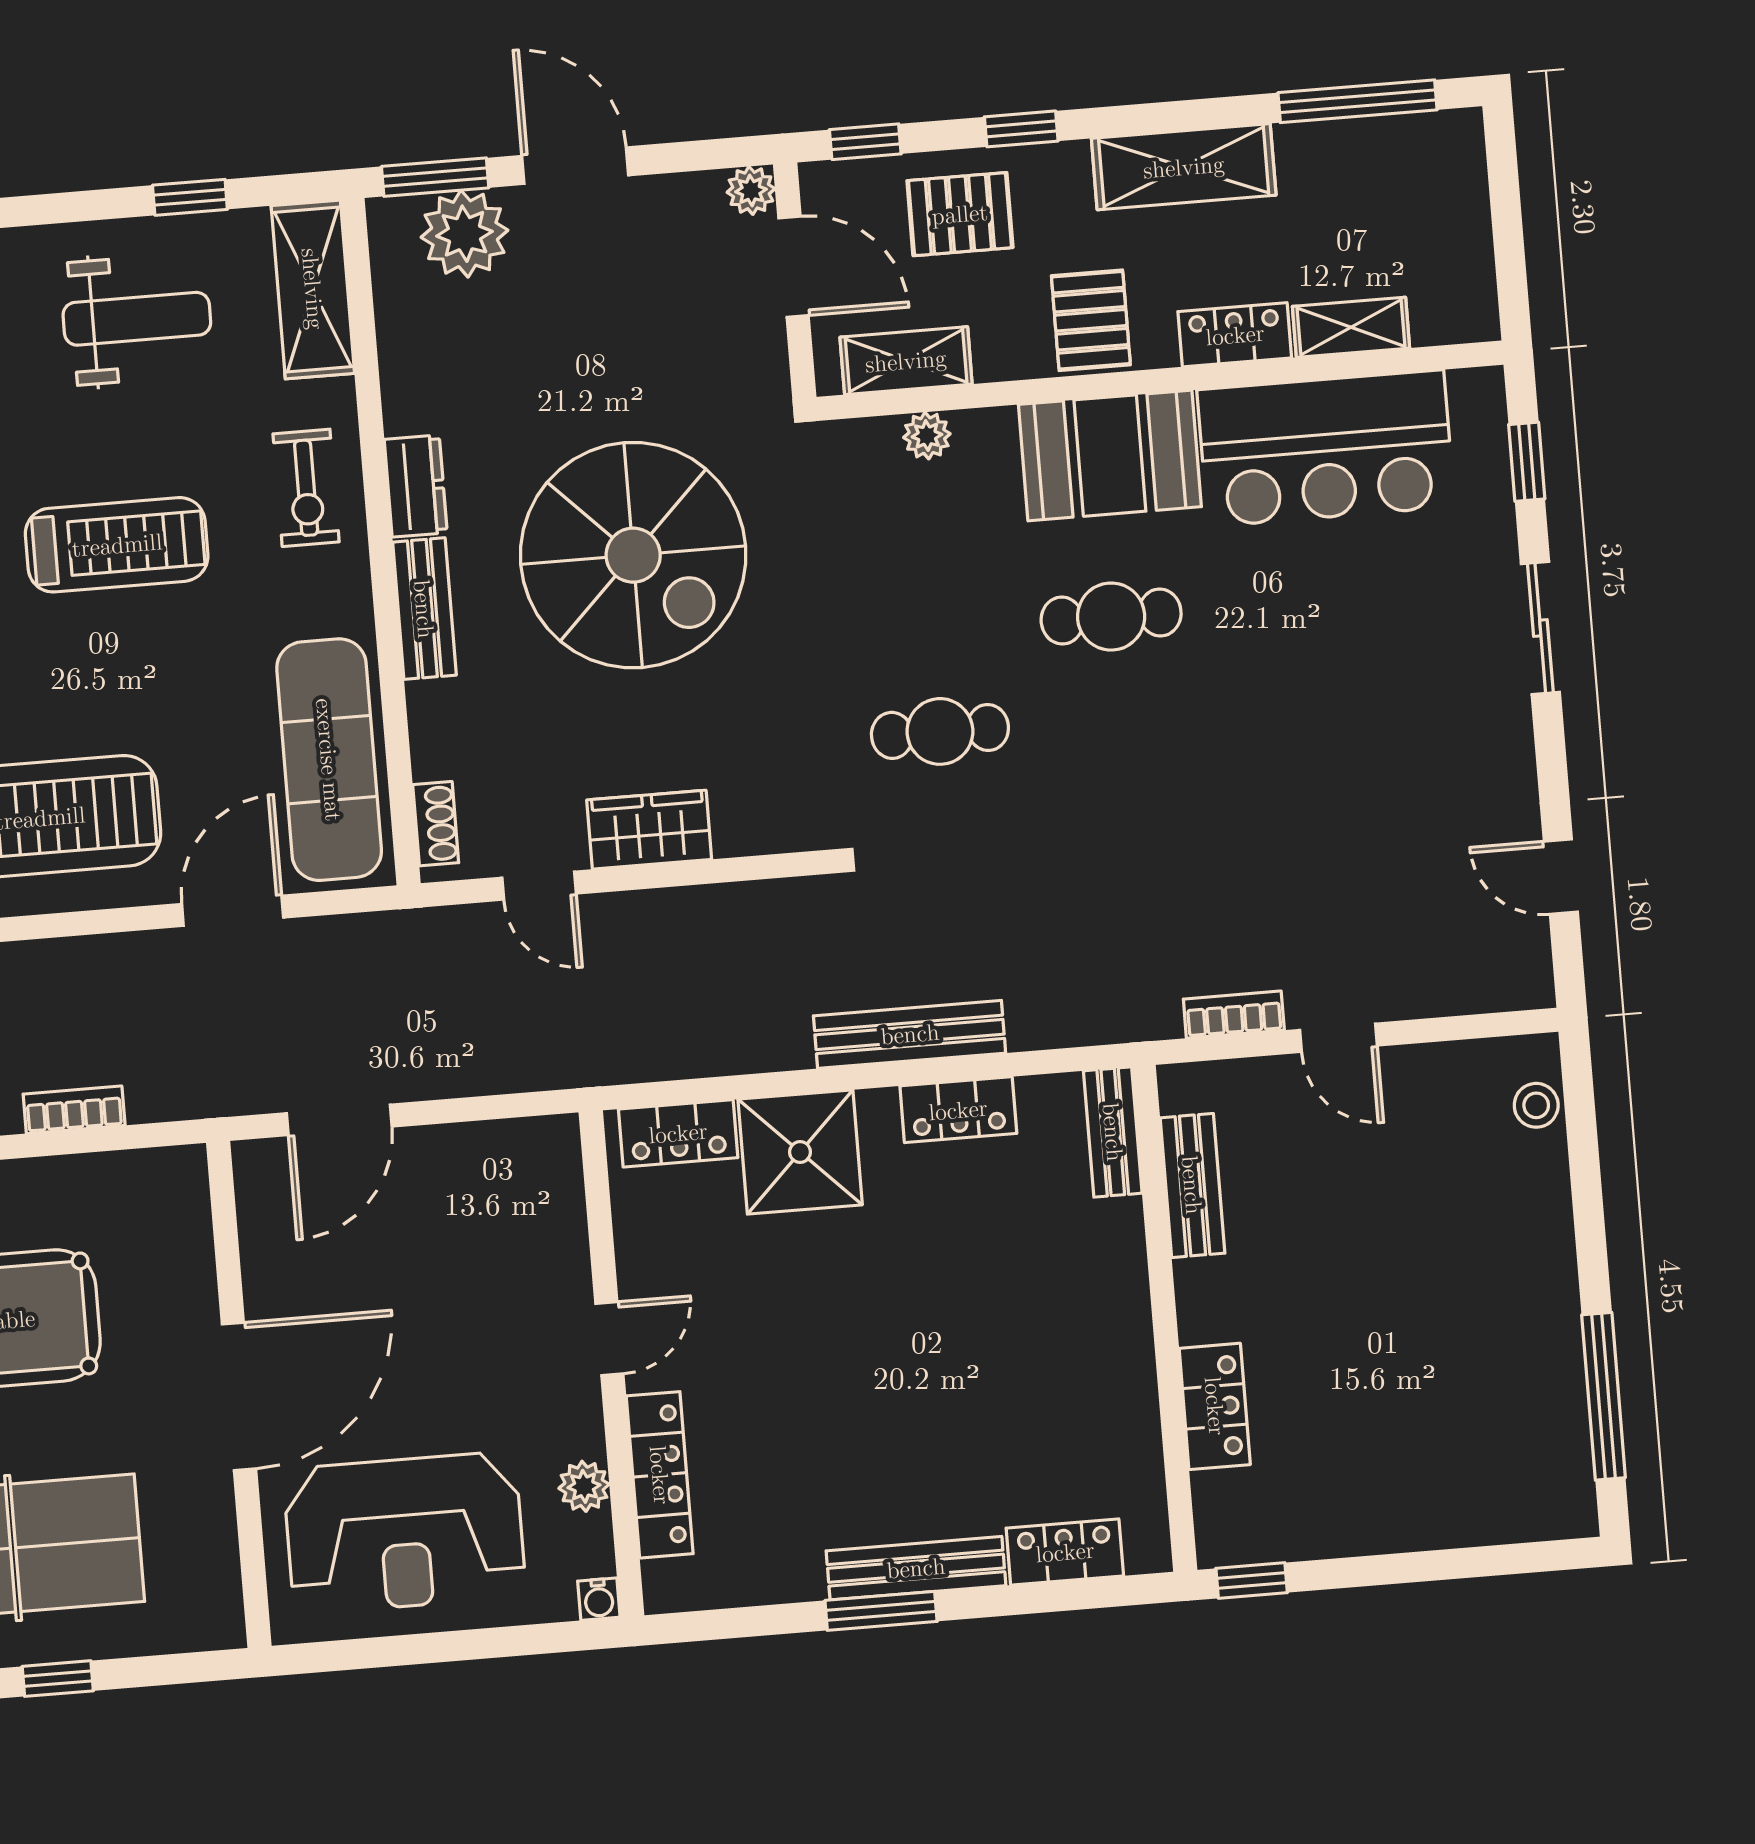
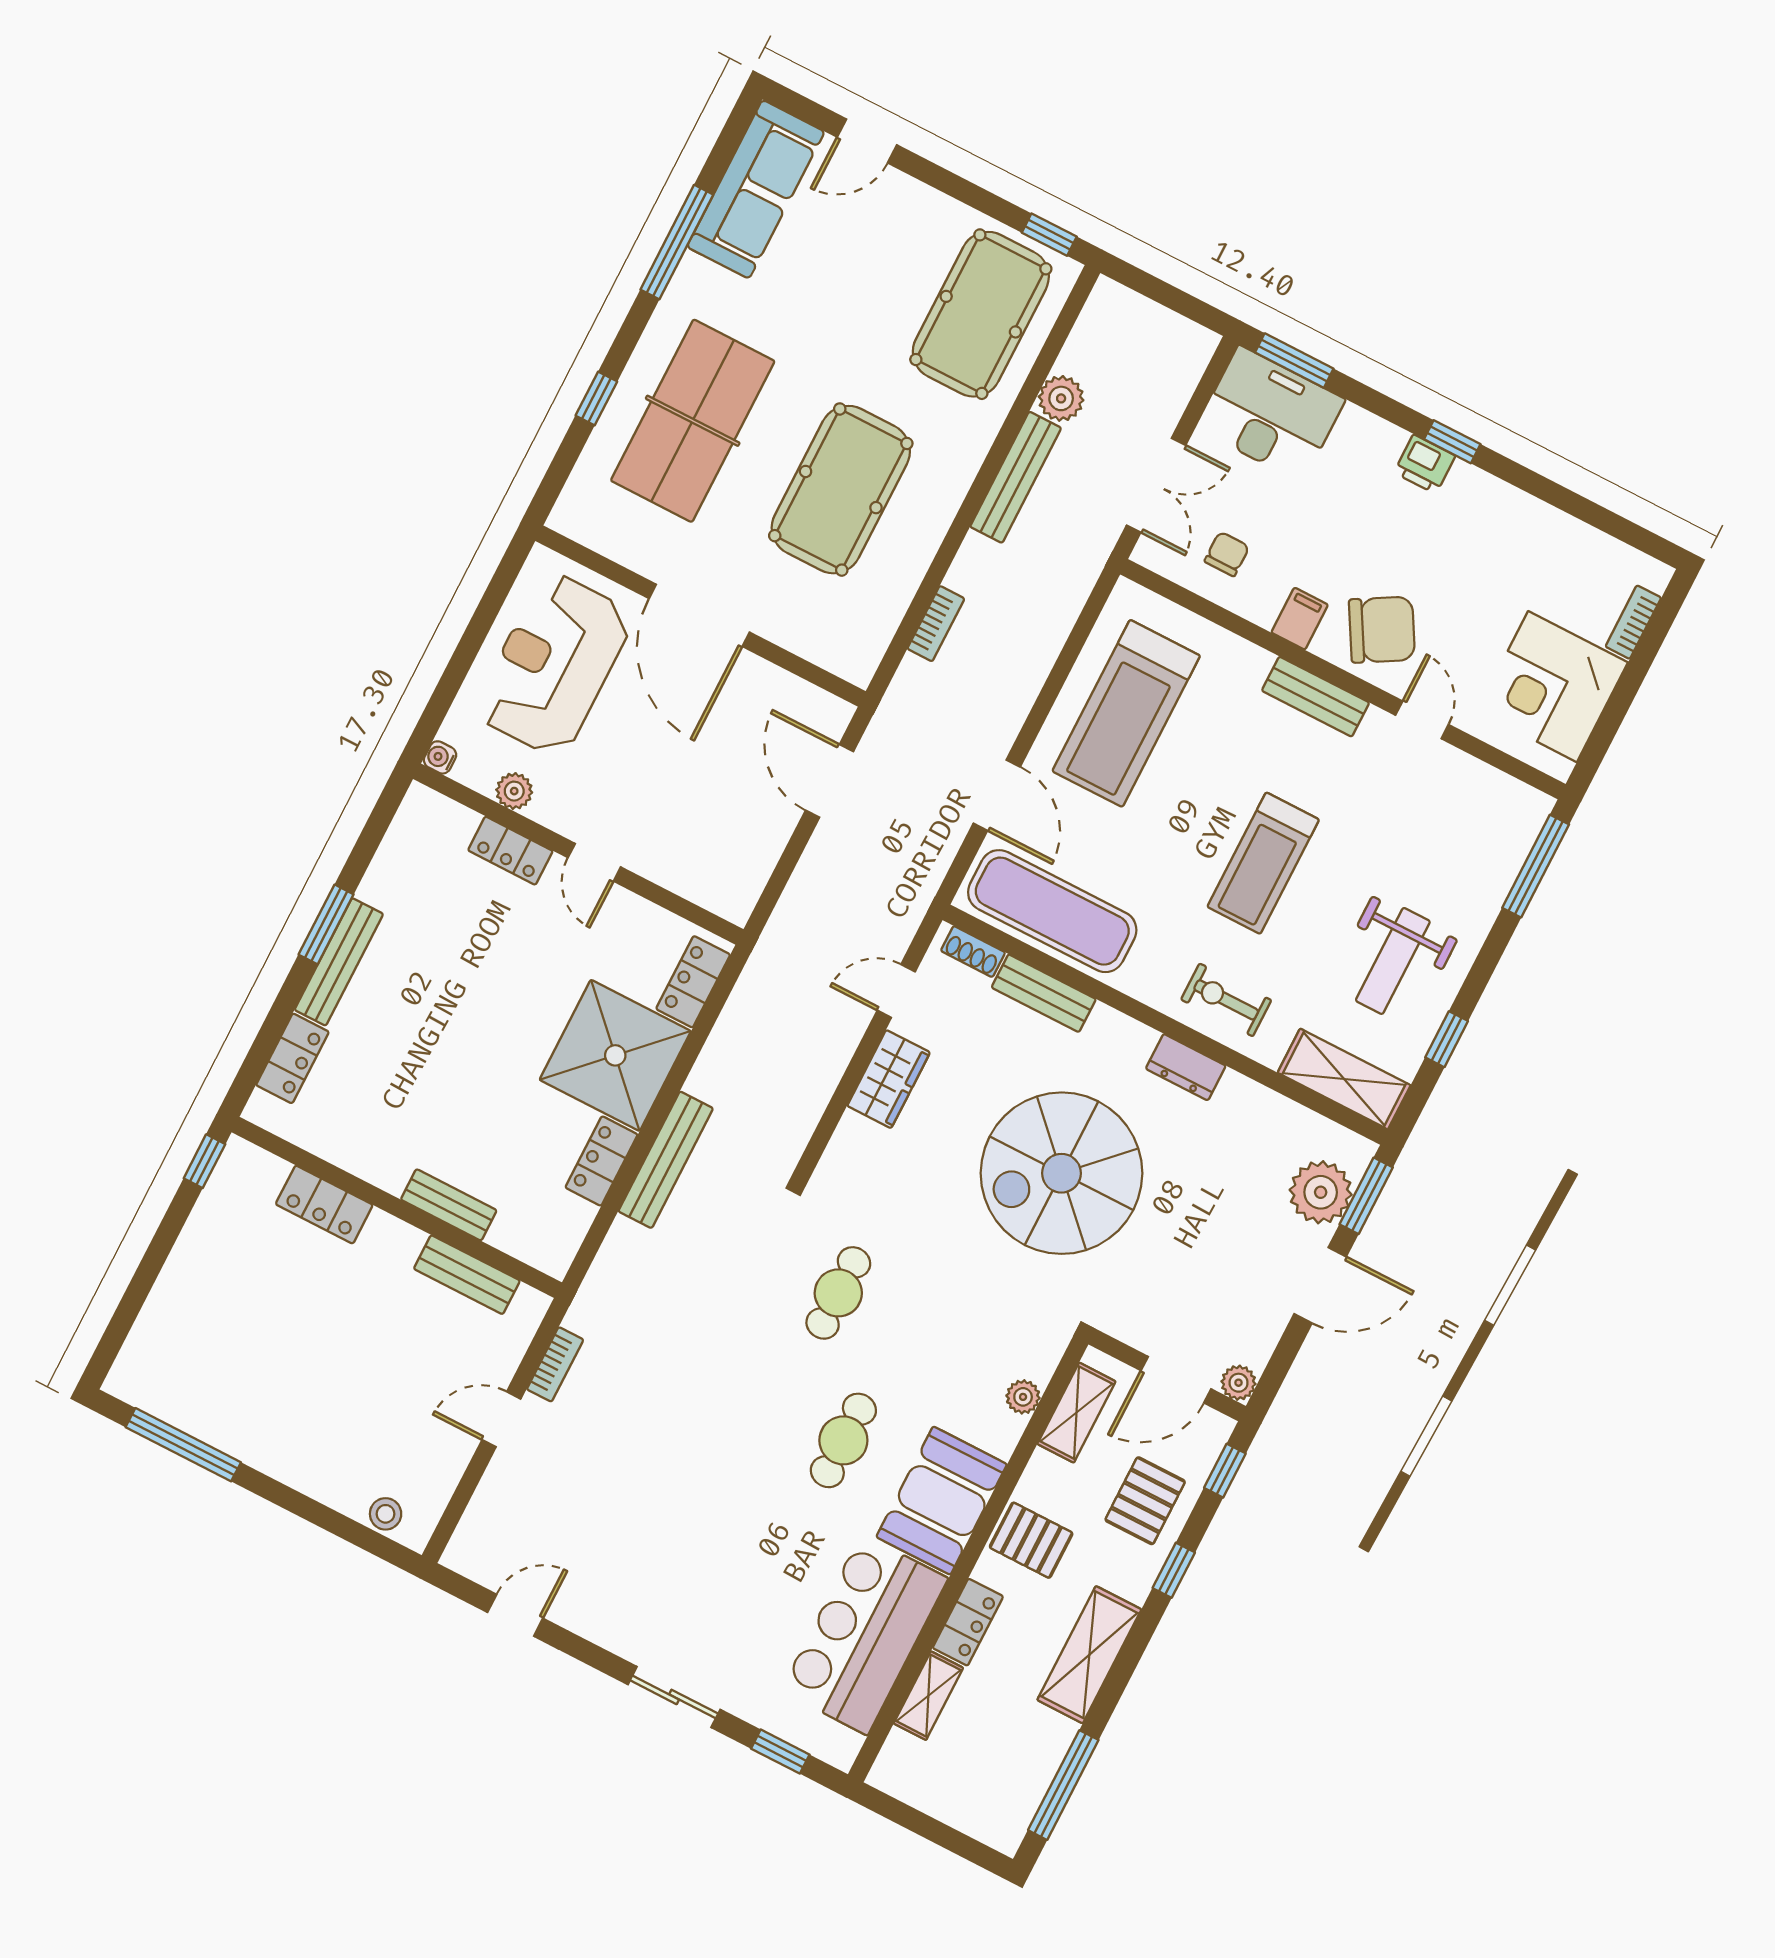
bench: (424, 609) -> (1044, 993), moved
bench: (1113, 1132) -> (449, 1205), moved
shower: (800, 1152) -> (615, 1055), width x1.37, depth x1.37
locker: (660, 1475) -> (510, 851), width x0.66

